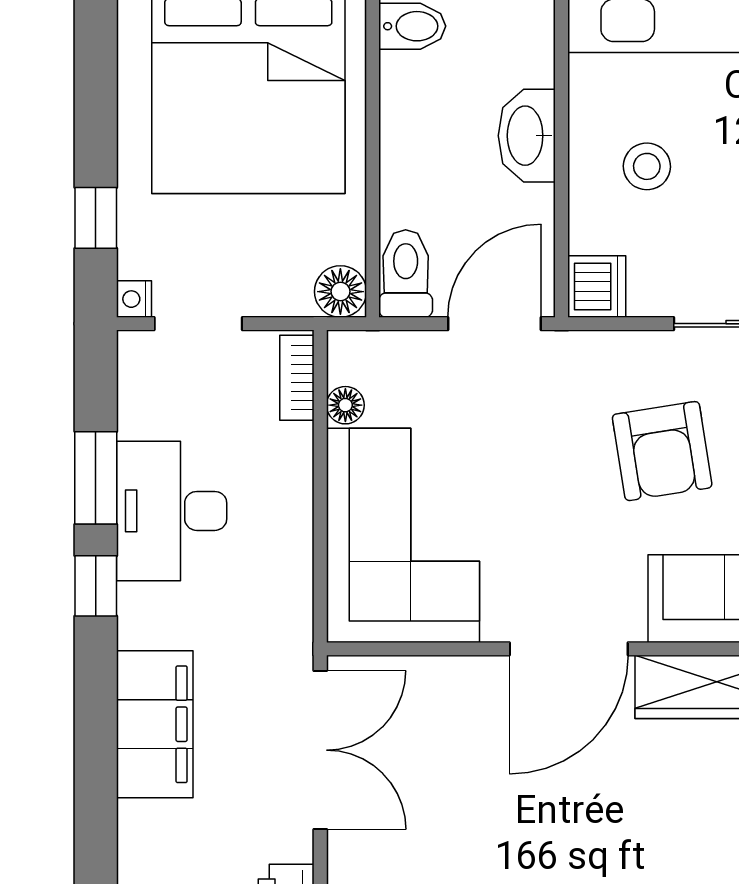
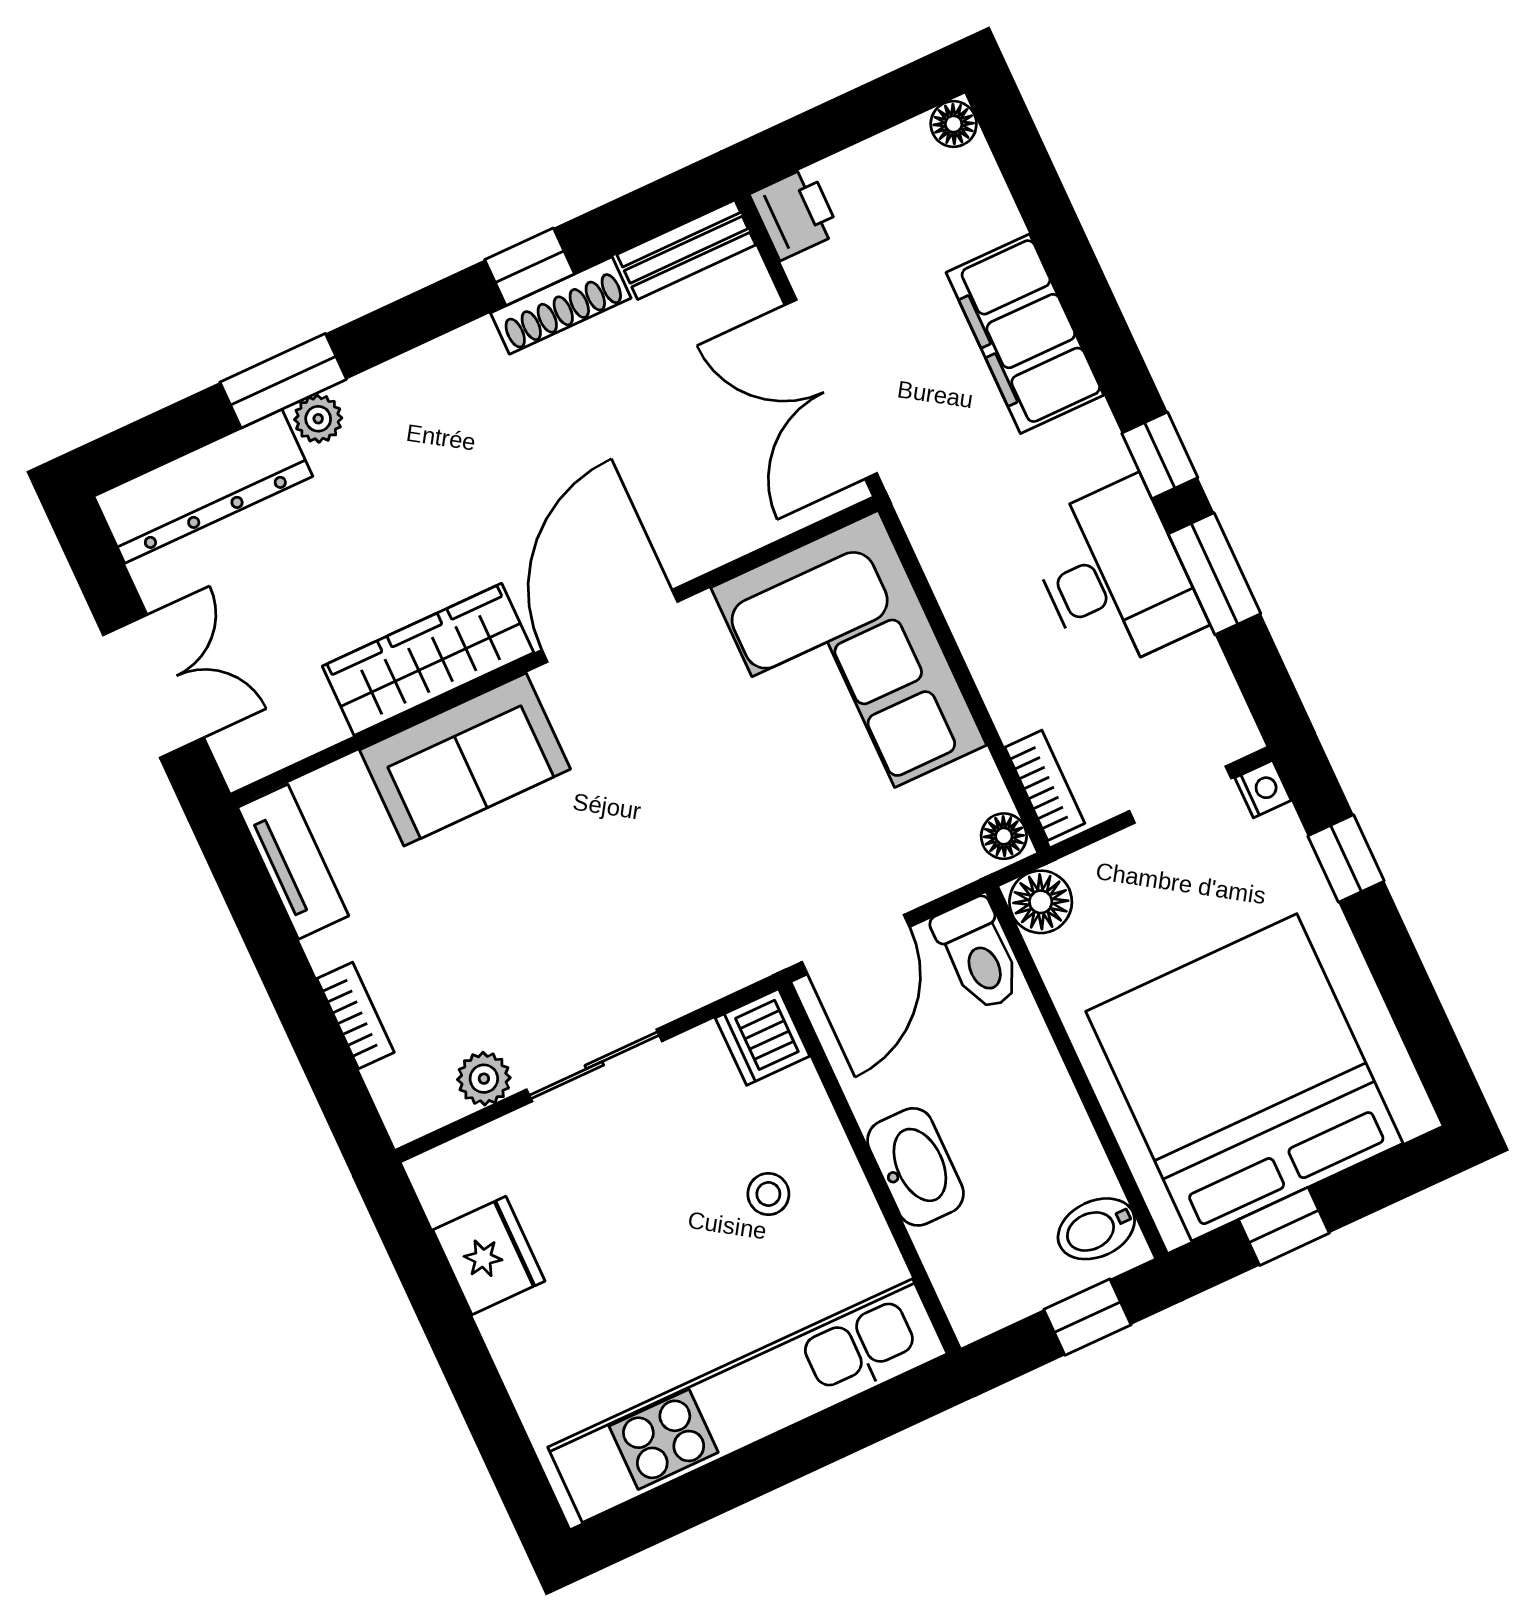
stool: (647, 166) -> (768, 1194), width x0.73, depth x0.73
floor lamp: (345, 405) -> (1004, 836), moved
armchair: (662, 451) -> (607, 890), removed

